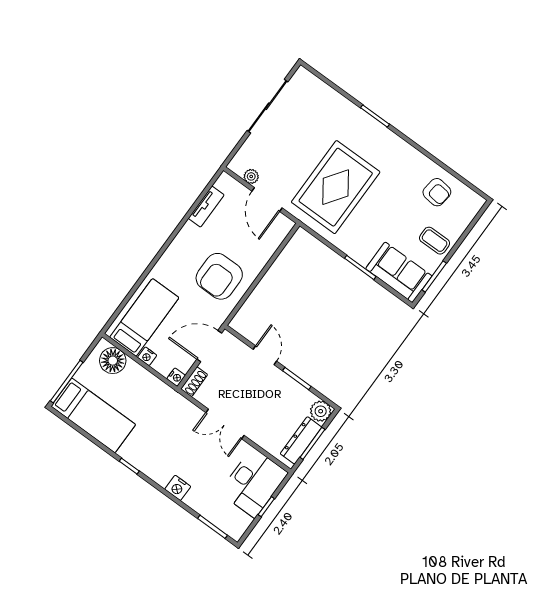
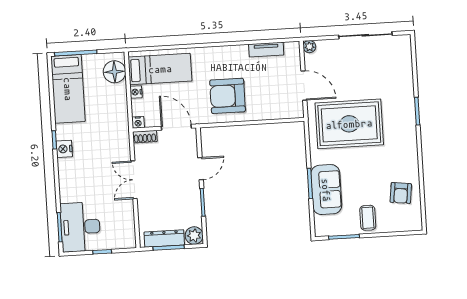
plant: (251, 176) -> (309, 47), moved
door: (267, 199) -> (304, 86), swing flipped
sofa: (399, 272) -> (326, 190), moved
desk: (254, 483) -> (80, 227), moved, turned 90
nightstand: (178, 488) -> (64, 149), moved

